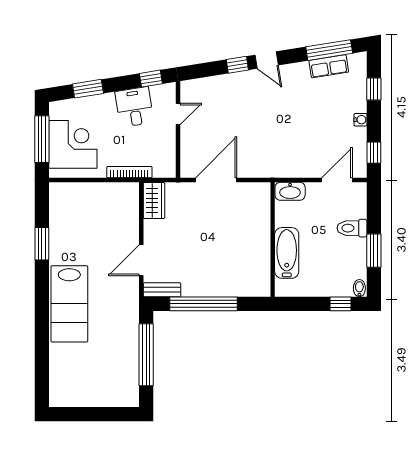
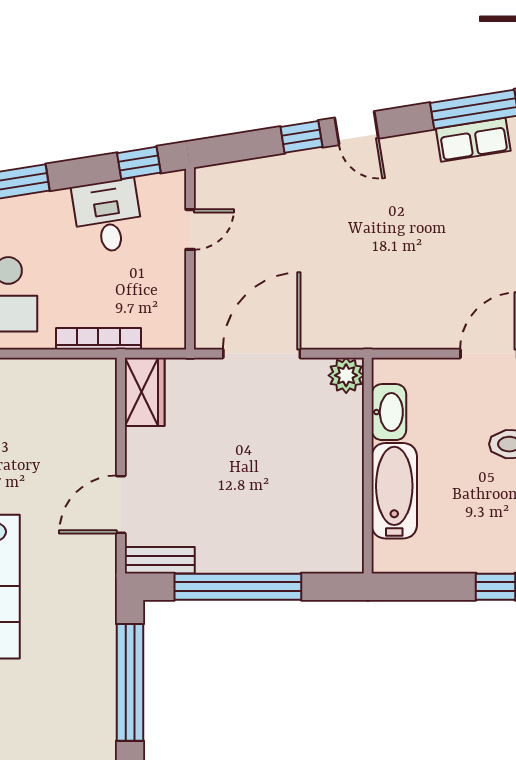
washbasin: (290, 191) -> (389, 412), moved, turned -90
plant: (261, 192) -> (346, 375), added

